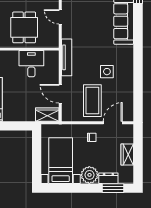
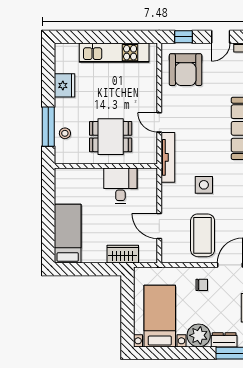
dining table: (24, 27) -> (111, 137), turned 90
tv unit: (67, 57) -> (168, 157), moved
side table: (107, 72) -> (204, 185), moved
wardrobe: (47, 115) -> (123, 254), moved

